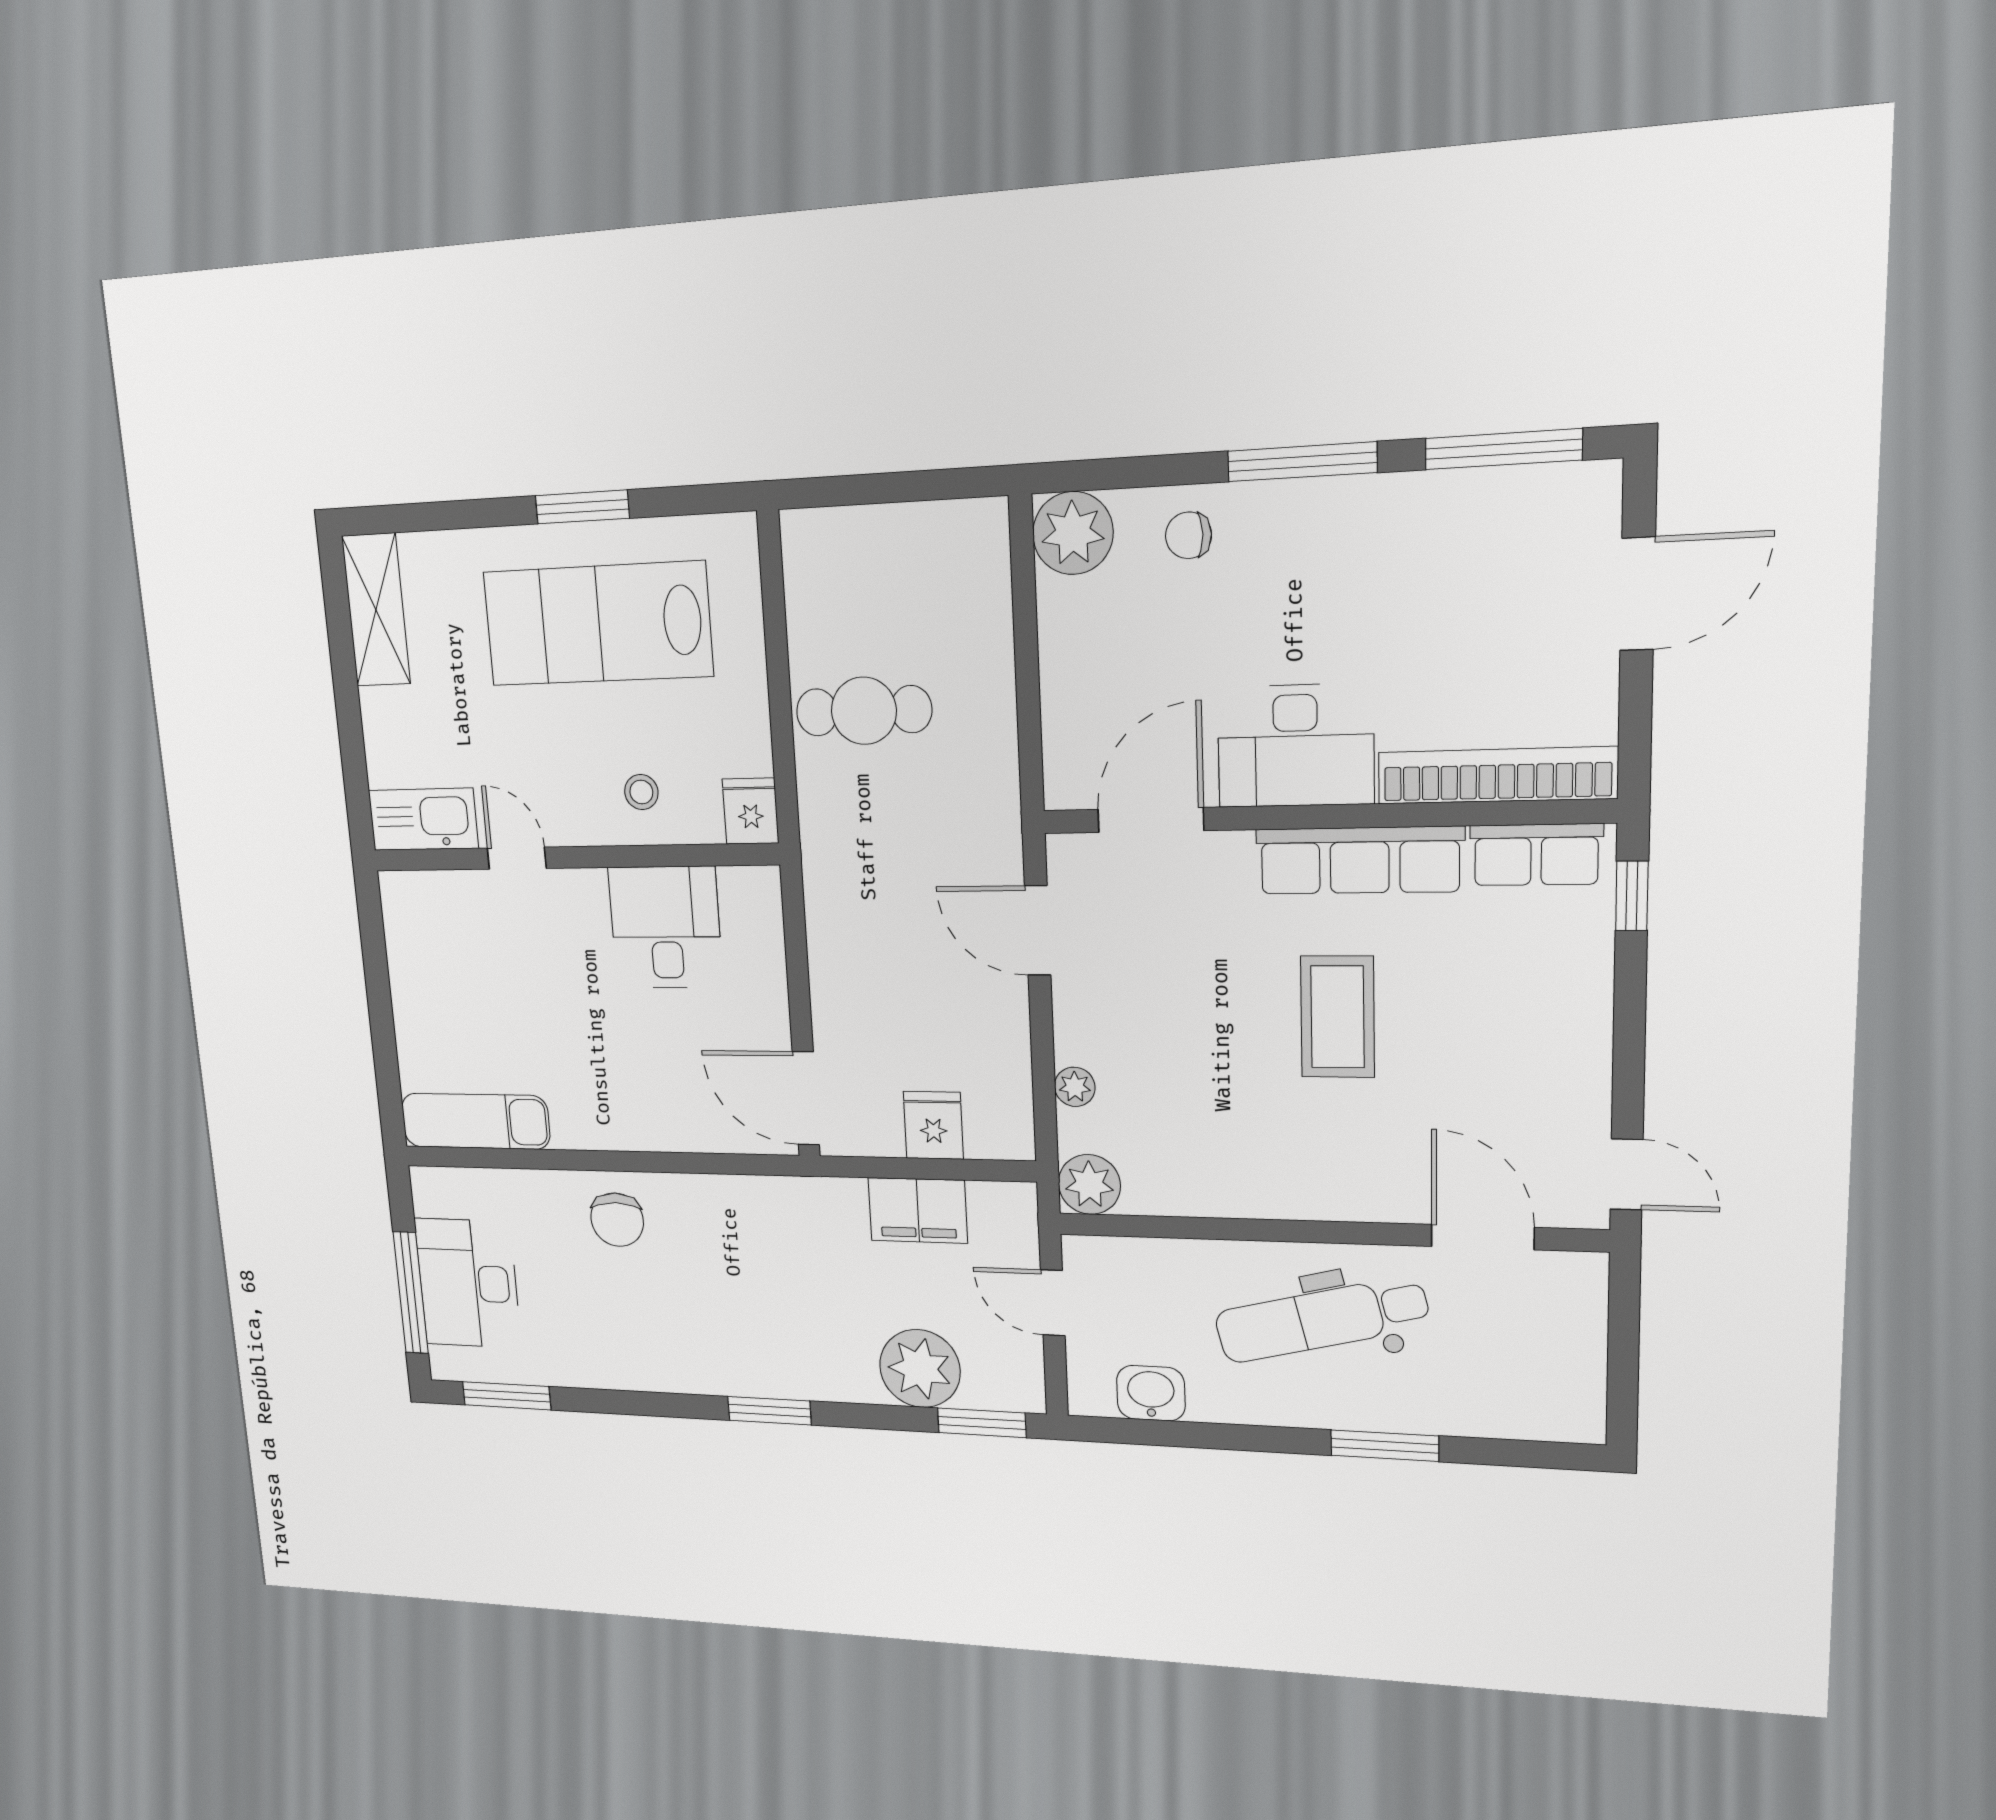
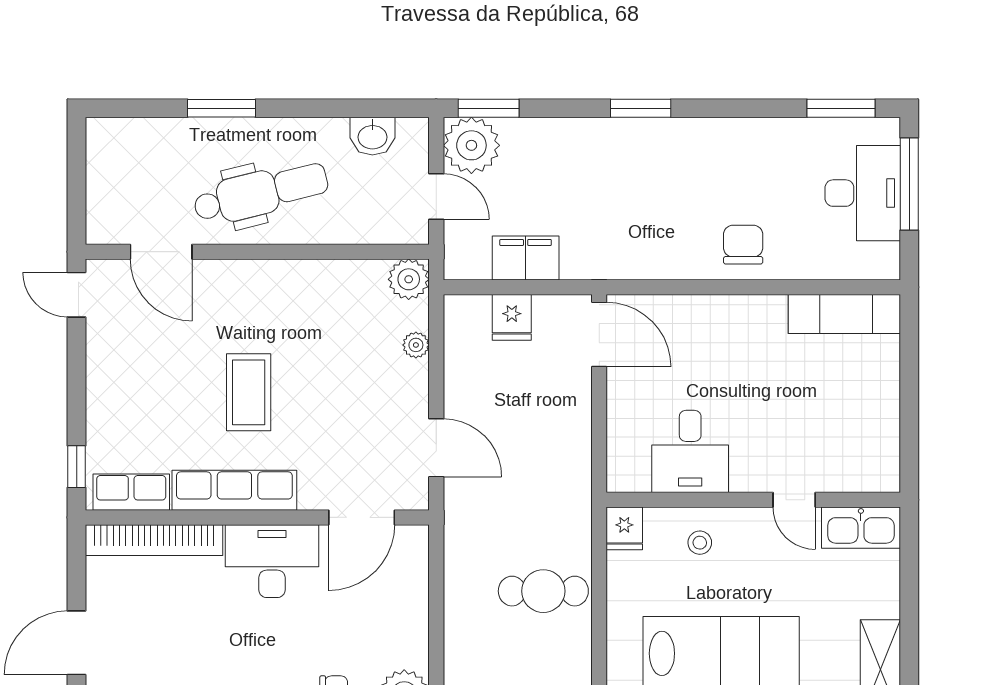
plant: (920, 1369) -> (471, 145), moved

